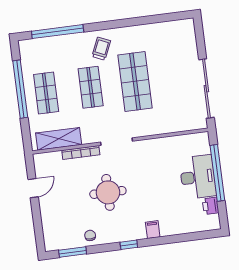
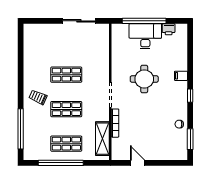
shop shelf: (135, 81) -> (66, 75), width x0.70, depth x0.74
sliding door: (206, 89) -> (79, 21), width x0.73
round table: (108, 192) -> (144, 79), moved

